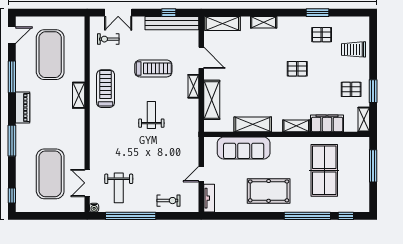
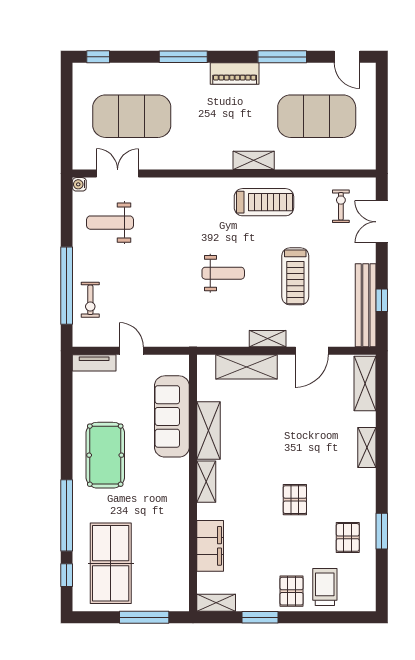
pallet: (351, 89) -> (292, 591), moved
shelving: (296, 126) -> (206, 482), moved
table tennis table: (324, 170) -> (111, 563), moved, turned 90
window: (131, 216) -> (67, 286), moved

